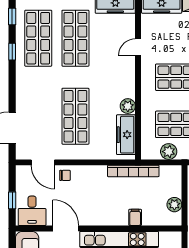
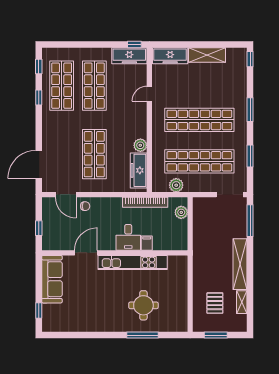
plant: (174, 205) -> (181, 212), moved
desk: (32, 211) -> (128, 237), moved
door: (66, 228) -> (86, 253), hinge flipped

